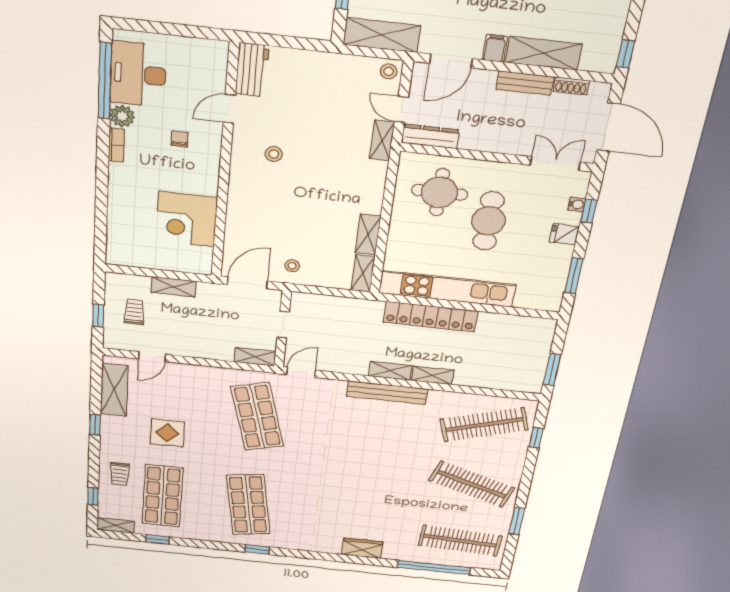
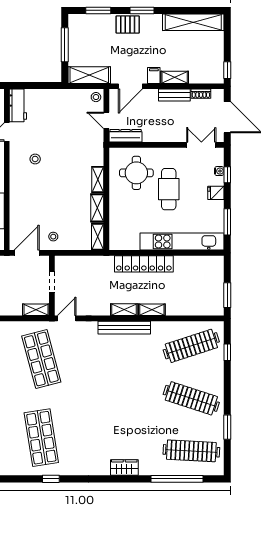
shelving: (544, 53) -> (175, 77), width x0.67, depth x0.75
shelving: (382, 140) -> (98, 180), moved
kitchen unit: (447, 289) -> (182, 241), moved

